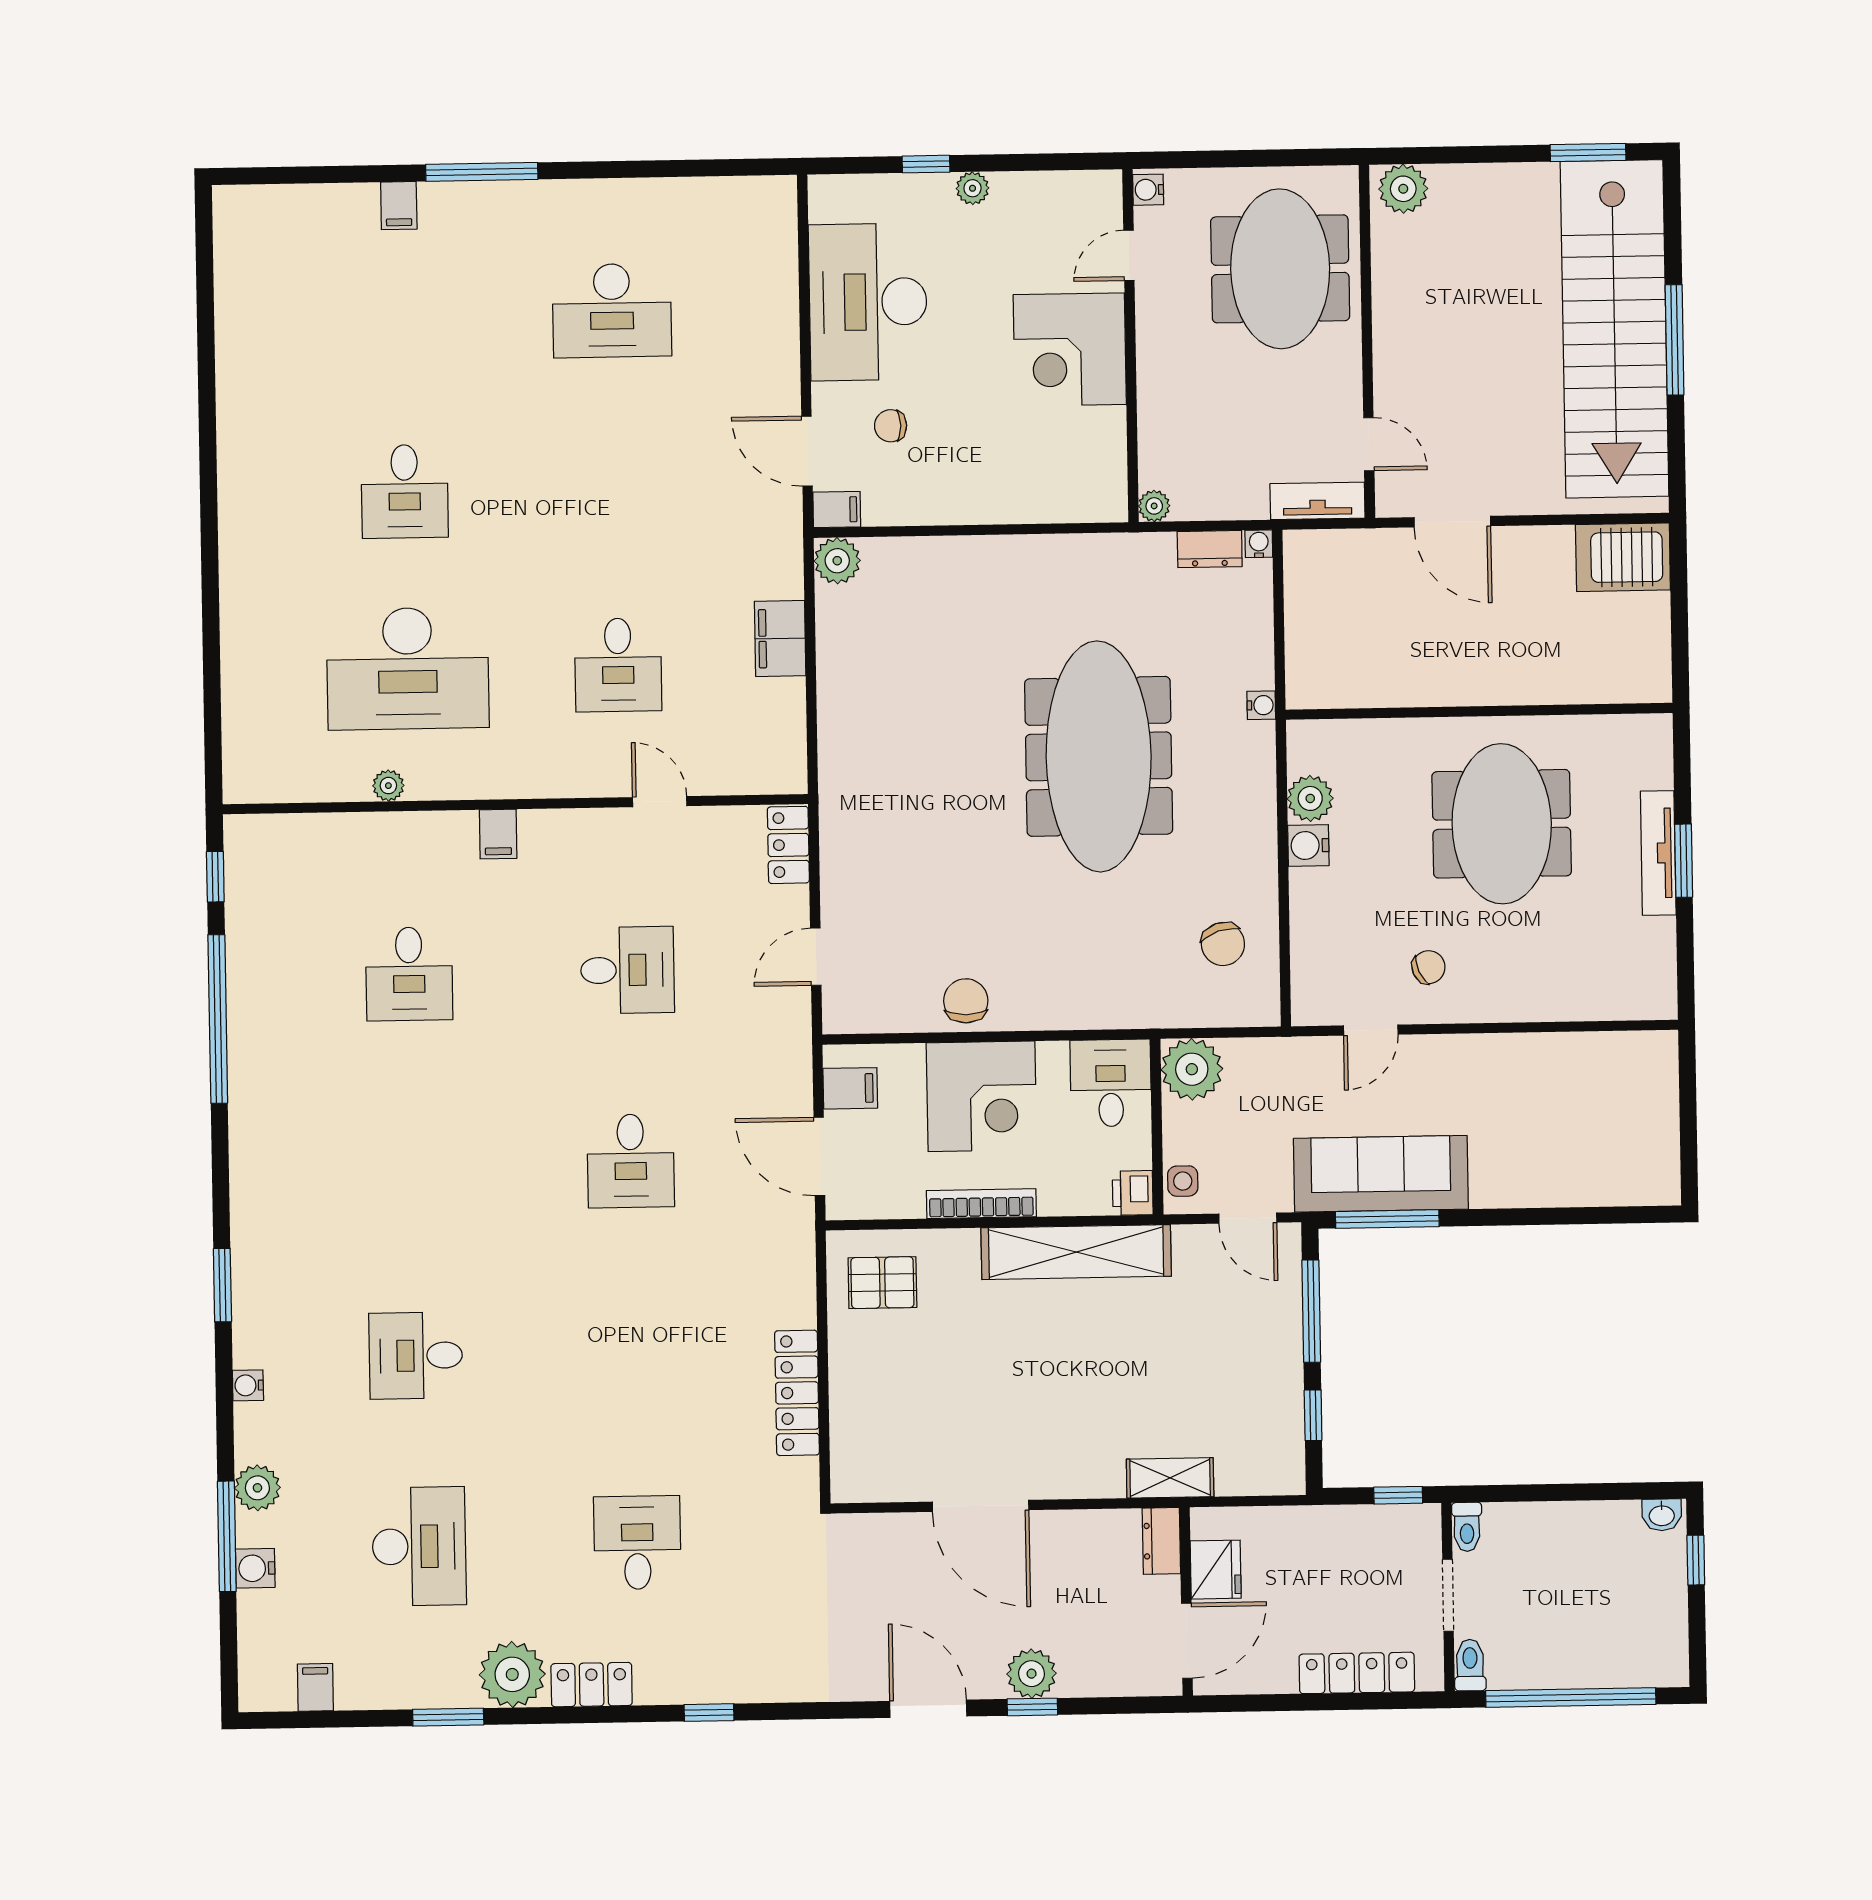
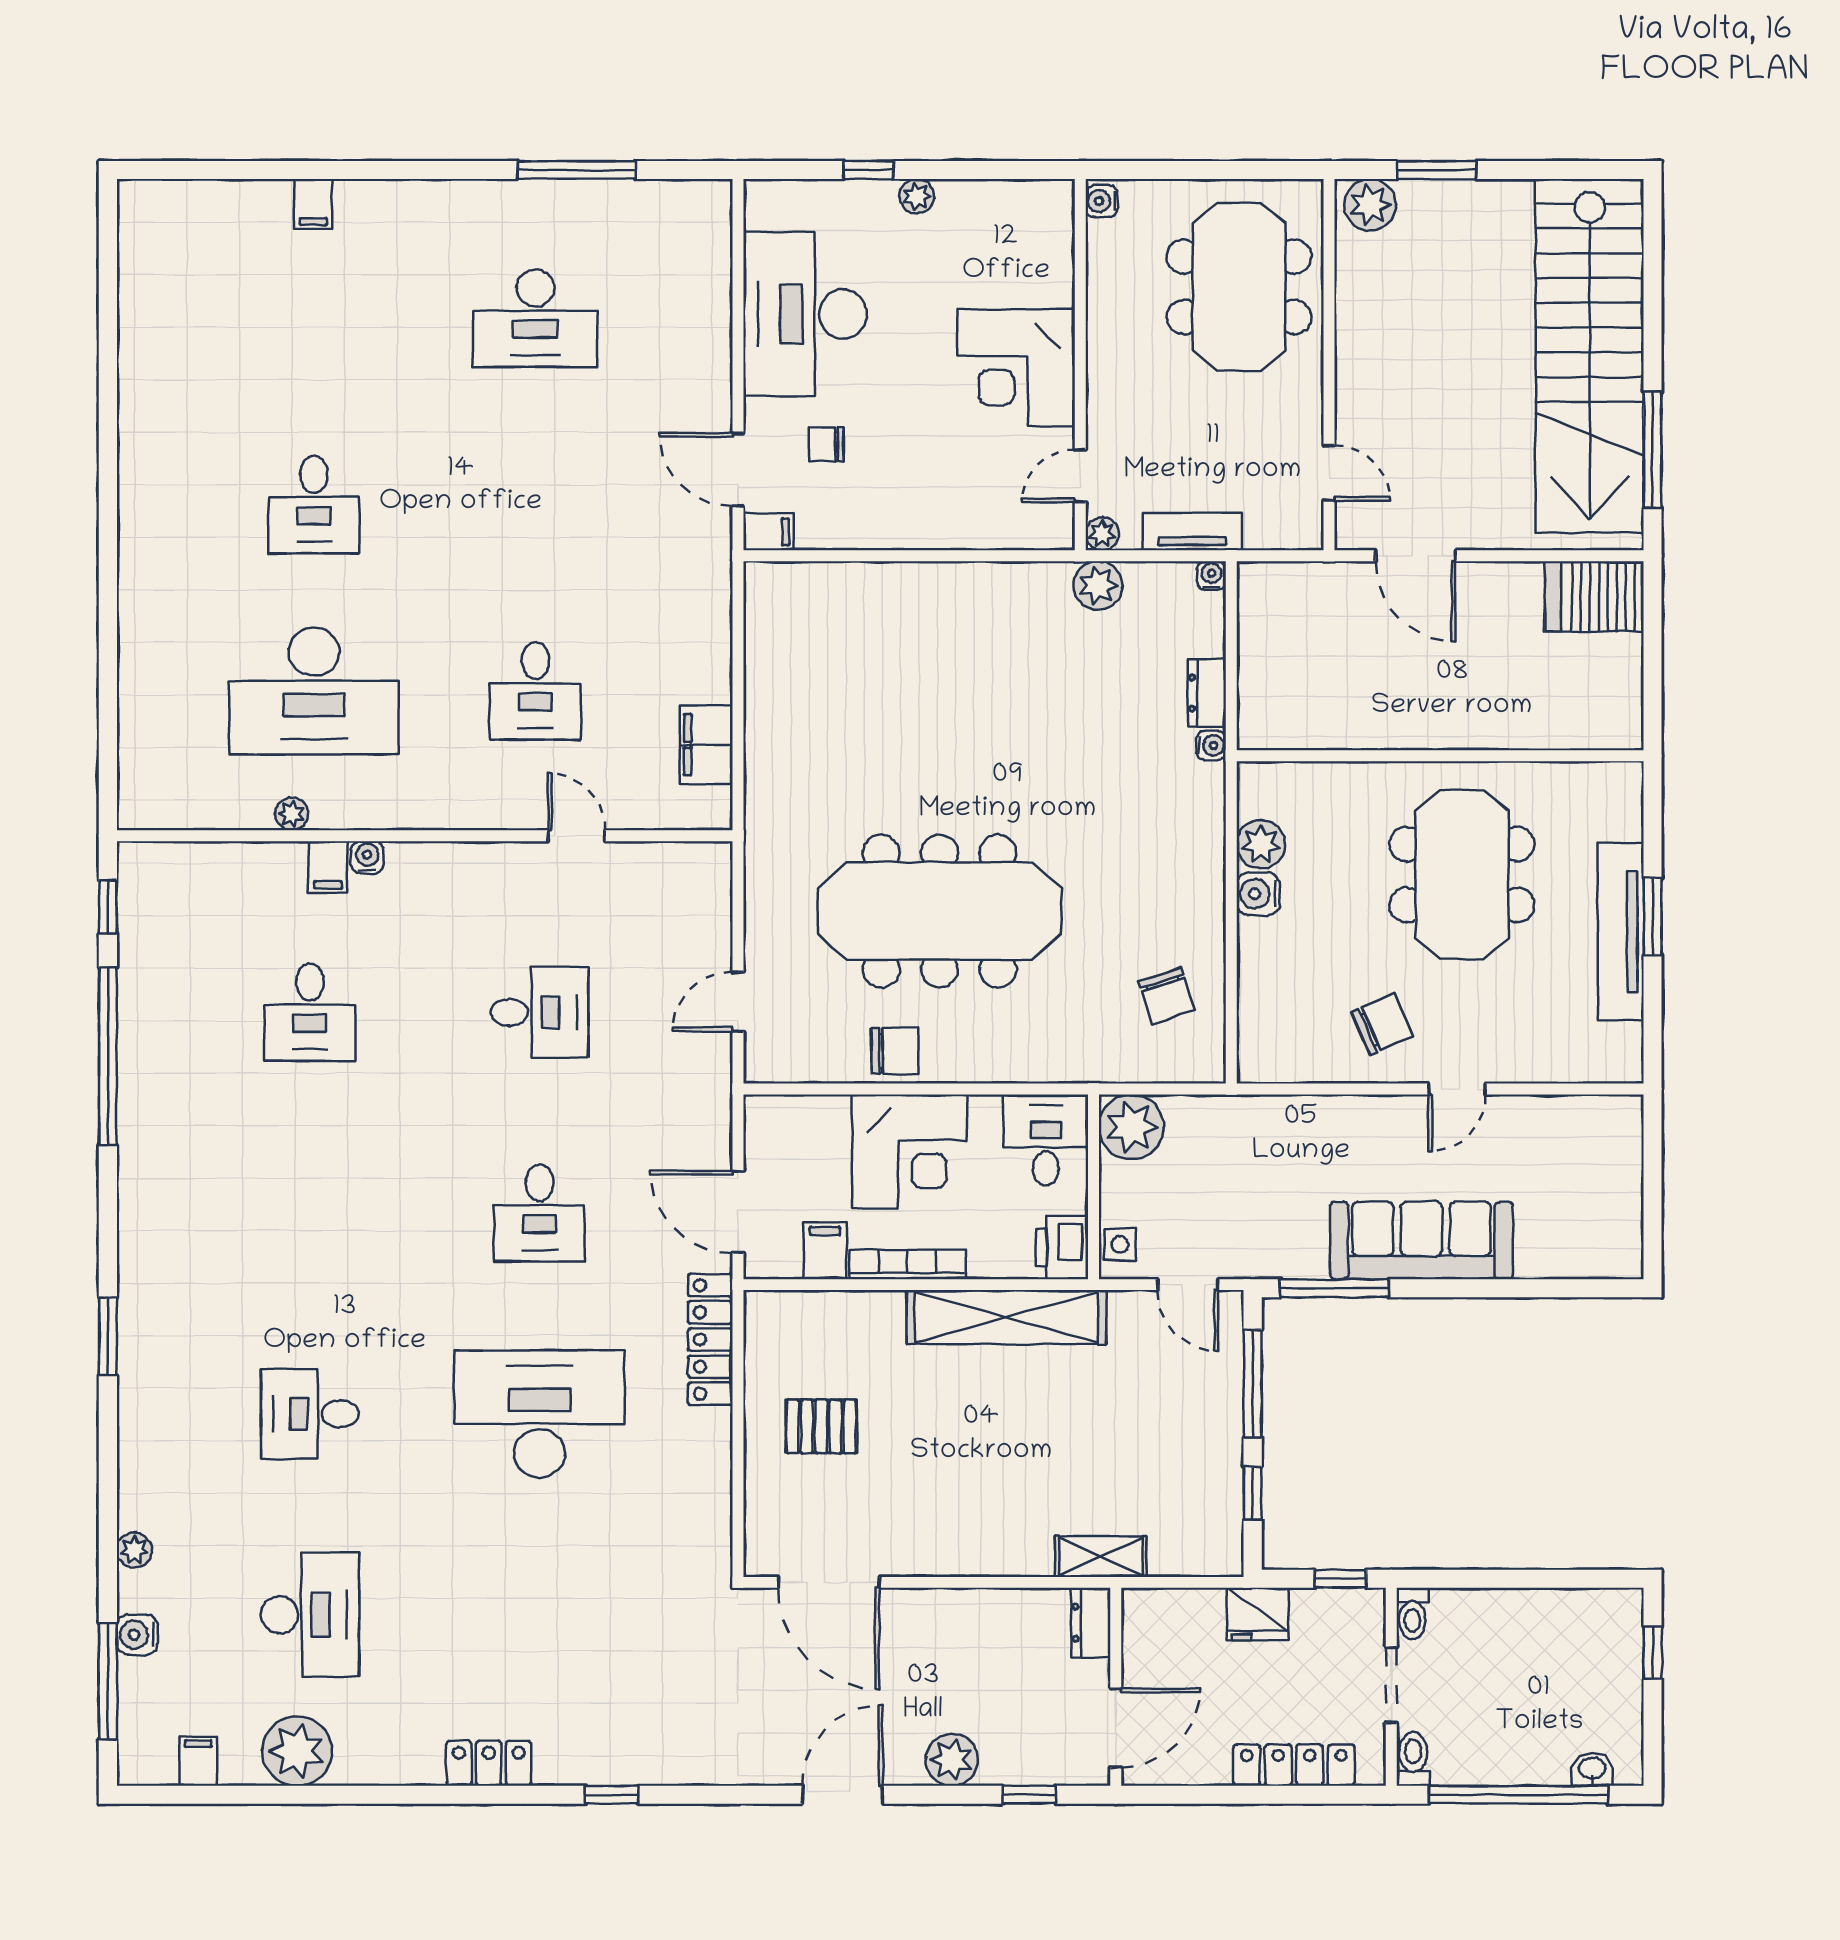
window: (1588, 153) -> (1437, 170), moved
window: (482, 172) -> (577, 170), moved
door: (1129, 255) -> (1080, 476), moved
window: (1675, 340) -> (1653, 450), moved
tv unit: (1317, 501) -> (1192, 531), moved
dresser: (1210, 549) -> (1207, 693), moved, turned 90
plant: (837, 561) -> (1098, 586), moved
filing cabinet: (780, 638) -> (706, 745), moved
meeting table: (1099, 756) -> (940, 911), moved, turned 90
filing cabinet: (498, 834) -> (328, 867), moved
locker: (788, 845) -> (711, 884), removed
tv unit: (1658, 853) -> (1621, 932), width x1.36, depth x1.29
chair: (1429, 967) -> (1382, 1024), width x1.37, depth x1.37
chair: (966, 1001) -> (895, 1051), turned 90
door: (1371, 1030) -> (1457, 1089), moved
filing cabinet: (850, 1088) -> (825, 1251), moved, turned -90
sofa: (1381, 1174) -> (1421, 1240), moved
printer: (1133, 1193) -> (1062, 1248), width x1.36, depth x1.24
pallet: (882, 1283) -> (821, 1426), moved
water cooler: (248, 1385) -> (367, 857), moved, turned 90
locker: (797, 1393) -> (710, 1339), moved
plant: (257, 1488) -> (134, 1550), width x0.73, depth x0.73
door: (981, 1506) -> (829, 1582), moved
washbasin: (1662, 1515) -> (1592, 1769), moved, turned 180
window: (227, 1536) -> (108, 1681), moved
desk: (637, 1543) -> (540, 1414), moved, width x1.87, depth x1.30
fridge: (1216, 1570) -> (1258, 1614), moved, turned 90
plant: (512, 1674) -> (297, 1751), moved
window: (1032, 1707) -> (1029, 1795), moved
door: (928, 1709) -> (842, 1795), hinge flipped
window: (448, 1717) -> (337, 1795), removed

